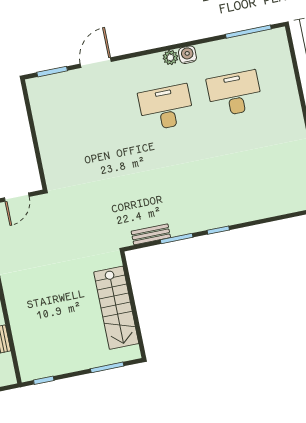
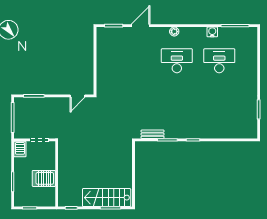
water cooler: (187, 55) -> (212, 32), moved
plant: (170, 57) -> (174, 32), moved
stairs: (116, 308) -> (107, 198), moved, turned 90

